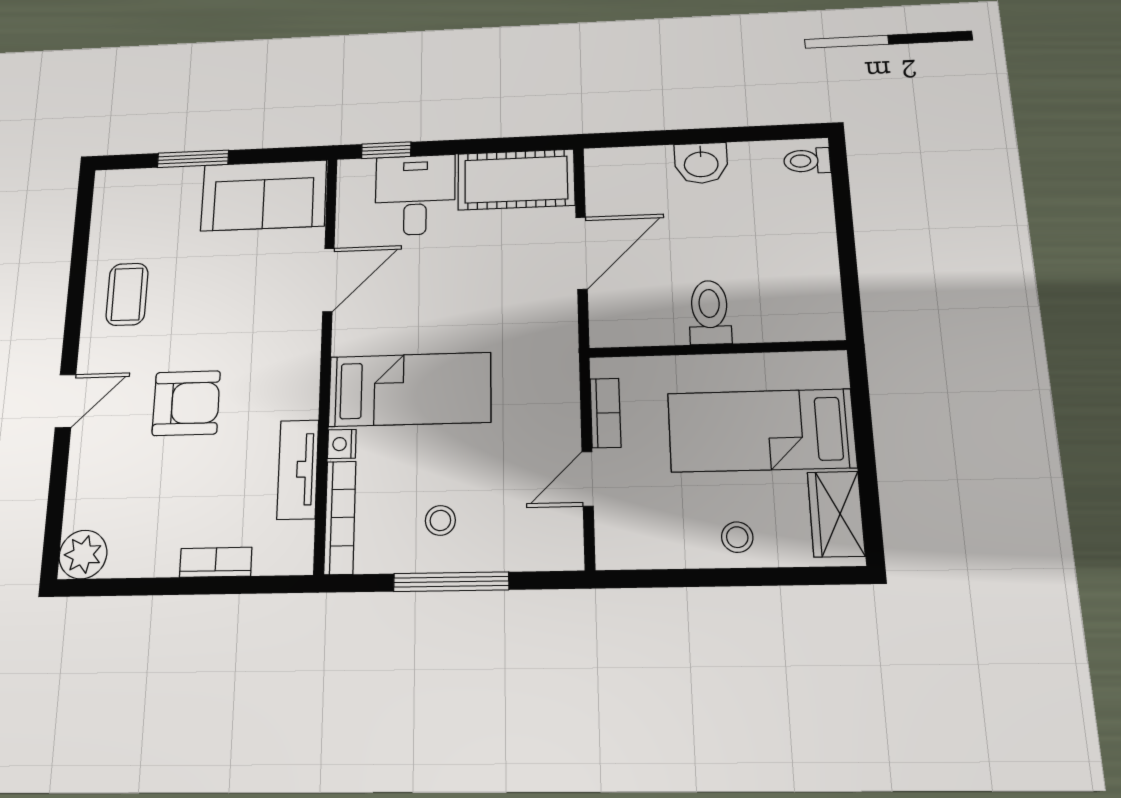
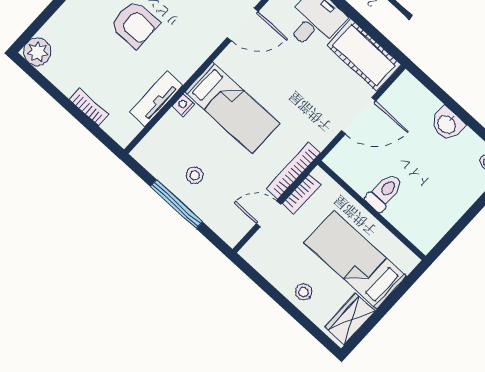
bookcase: (340, 517) -> (293, 171), moved, turned 180

